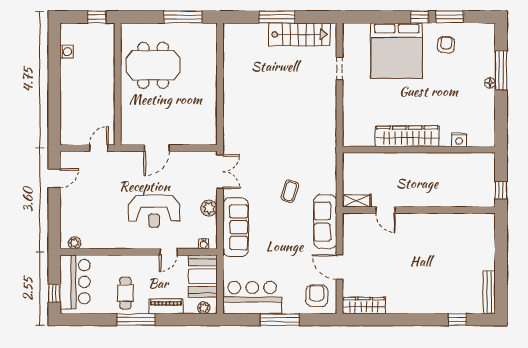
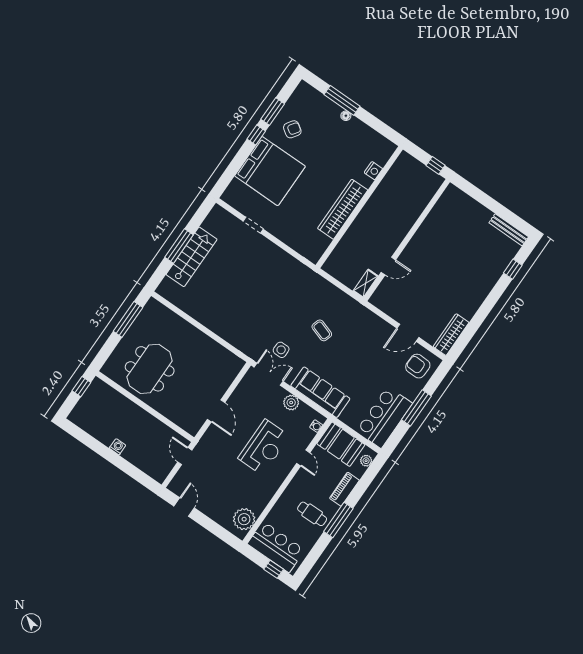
stairs: (299, 34) -> (192, 257), moved
armchair: (446, 45) -> (292, 129), turned 118
washing machine: (66, 52) -> (118, 447), moved
side table: (249, 168) -> (281, 350), added
sofa: (325, 222) -> (365, 319), removed
plant: (74, 243) -> (244, 519), width x1.88, depth x1.88

